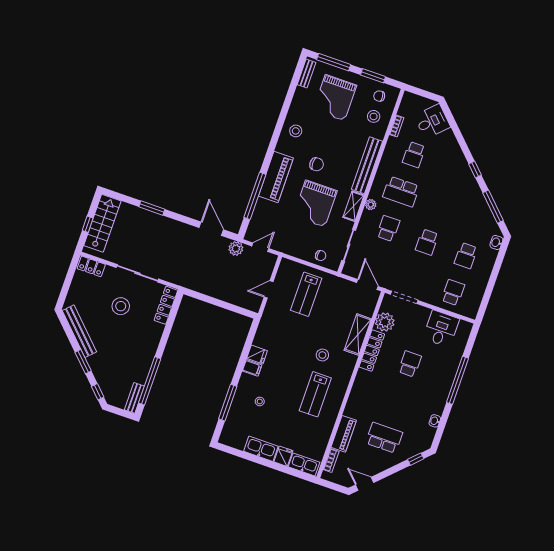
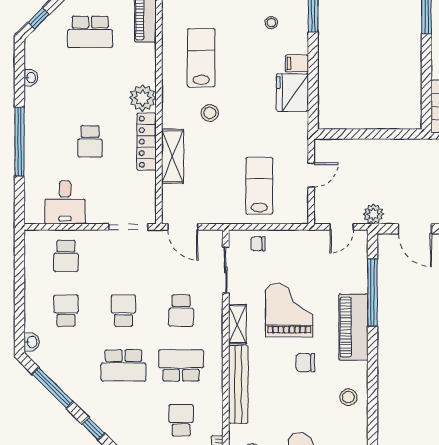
plant: (371, 205) -> (215, 334), removed
school desk: (440, 205) -> (124, 365), added
plant: (385, 322) -> (143, 98), moved
fridge: (257, 354) -> (292, 92), width x1.88, depth x1.34

